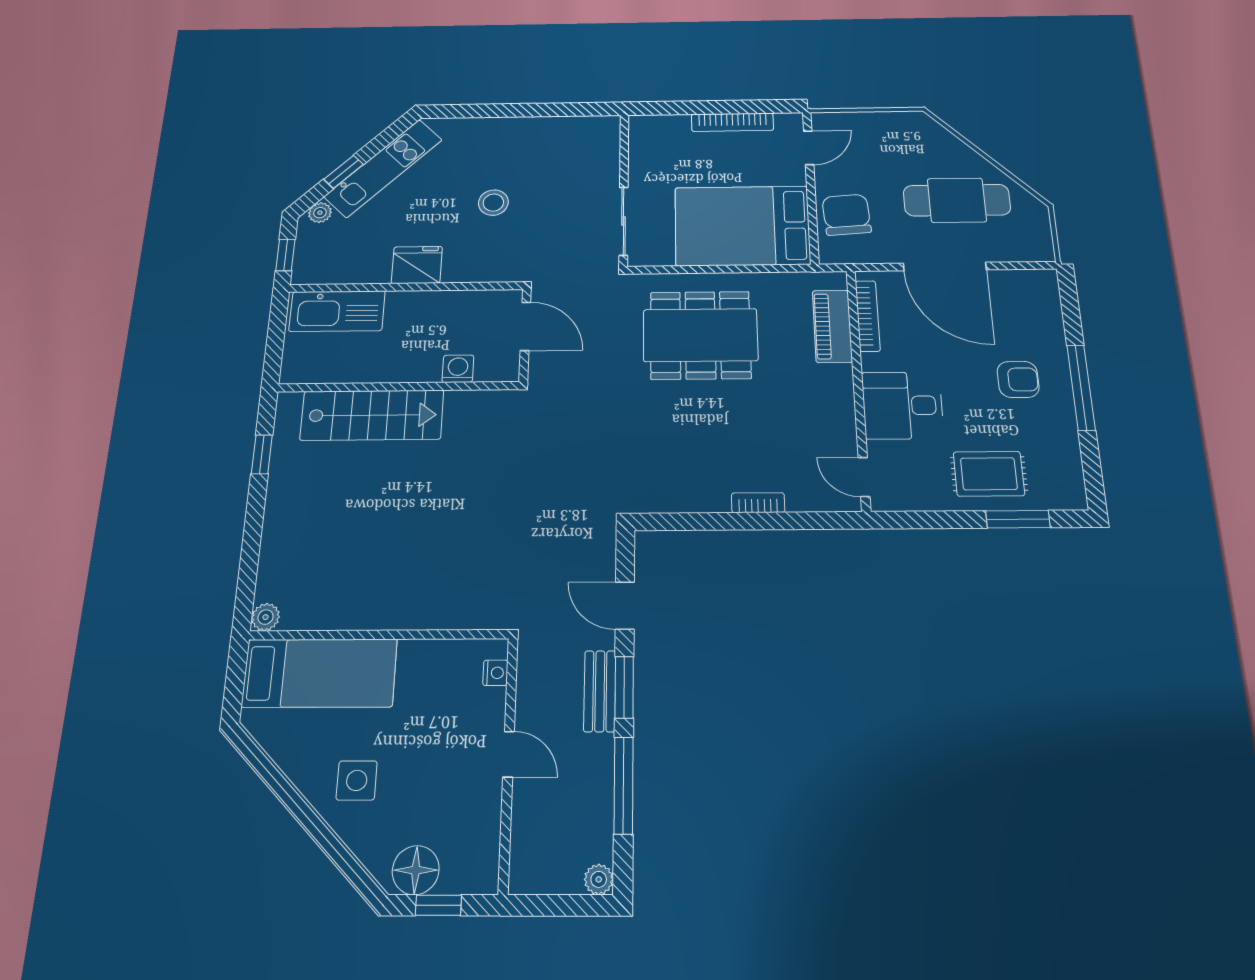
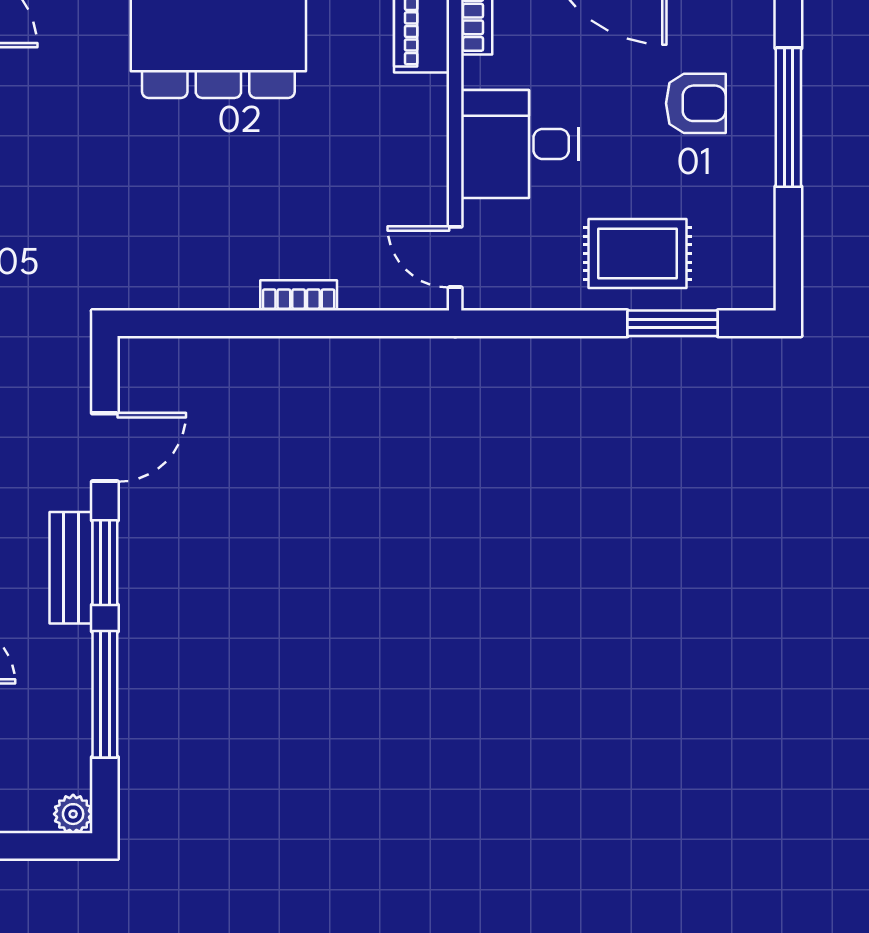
door: (625, 606) -> (105, 447), swing flipped

